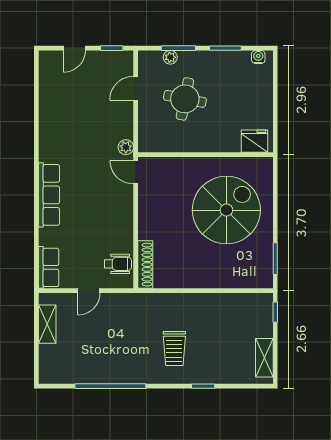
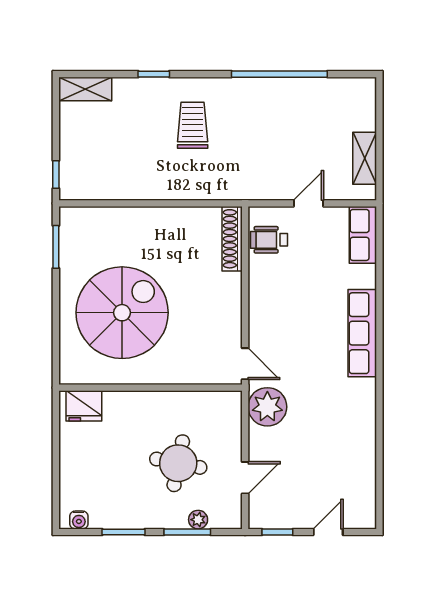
plant: (126, 147) -> (267, 407), width x1.88, depth x1.88
spiral stairs: (226, 210) -> (122, 313), turned 180
shelving: (264, 358) -> (85, 89), moved, turned 90

